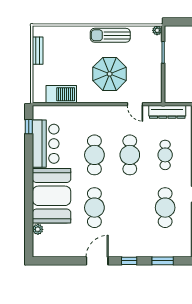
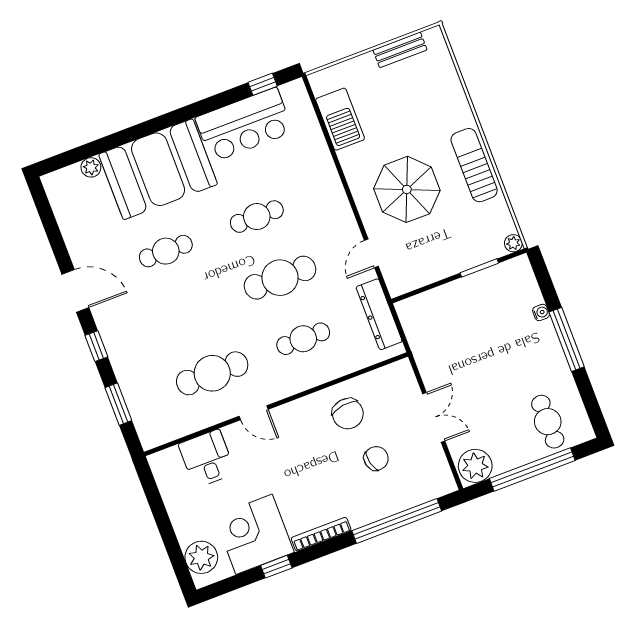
cafe table: (94, 155) -> (257, 217), width x0.73, depth x0.74
cafe table: (94, 208) -> (166, 251), width x0.73, depth x0.74

